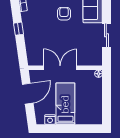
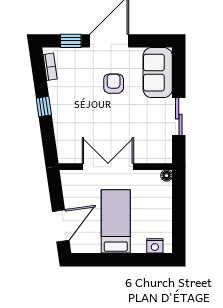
door: (28, 94) -> (61, 226), moved
nightstand: (50, 120) -> (155, 246), moved

